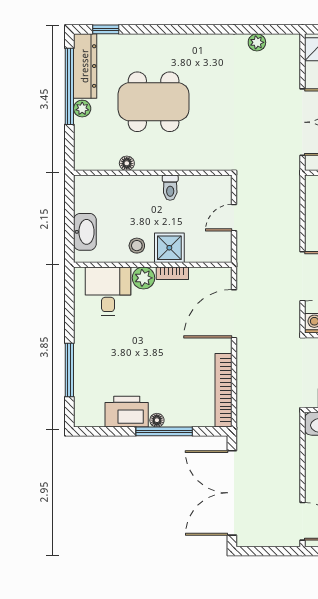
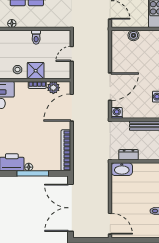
plant: (143, 278) -> (53, 88), moved

